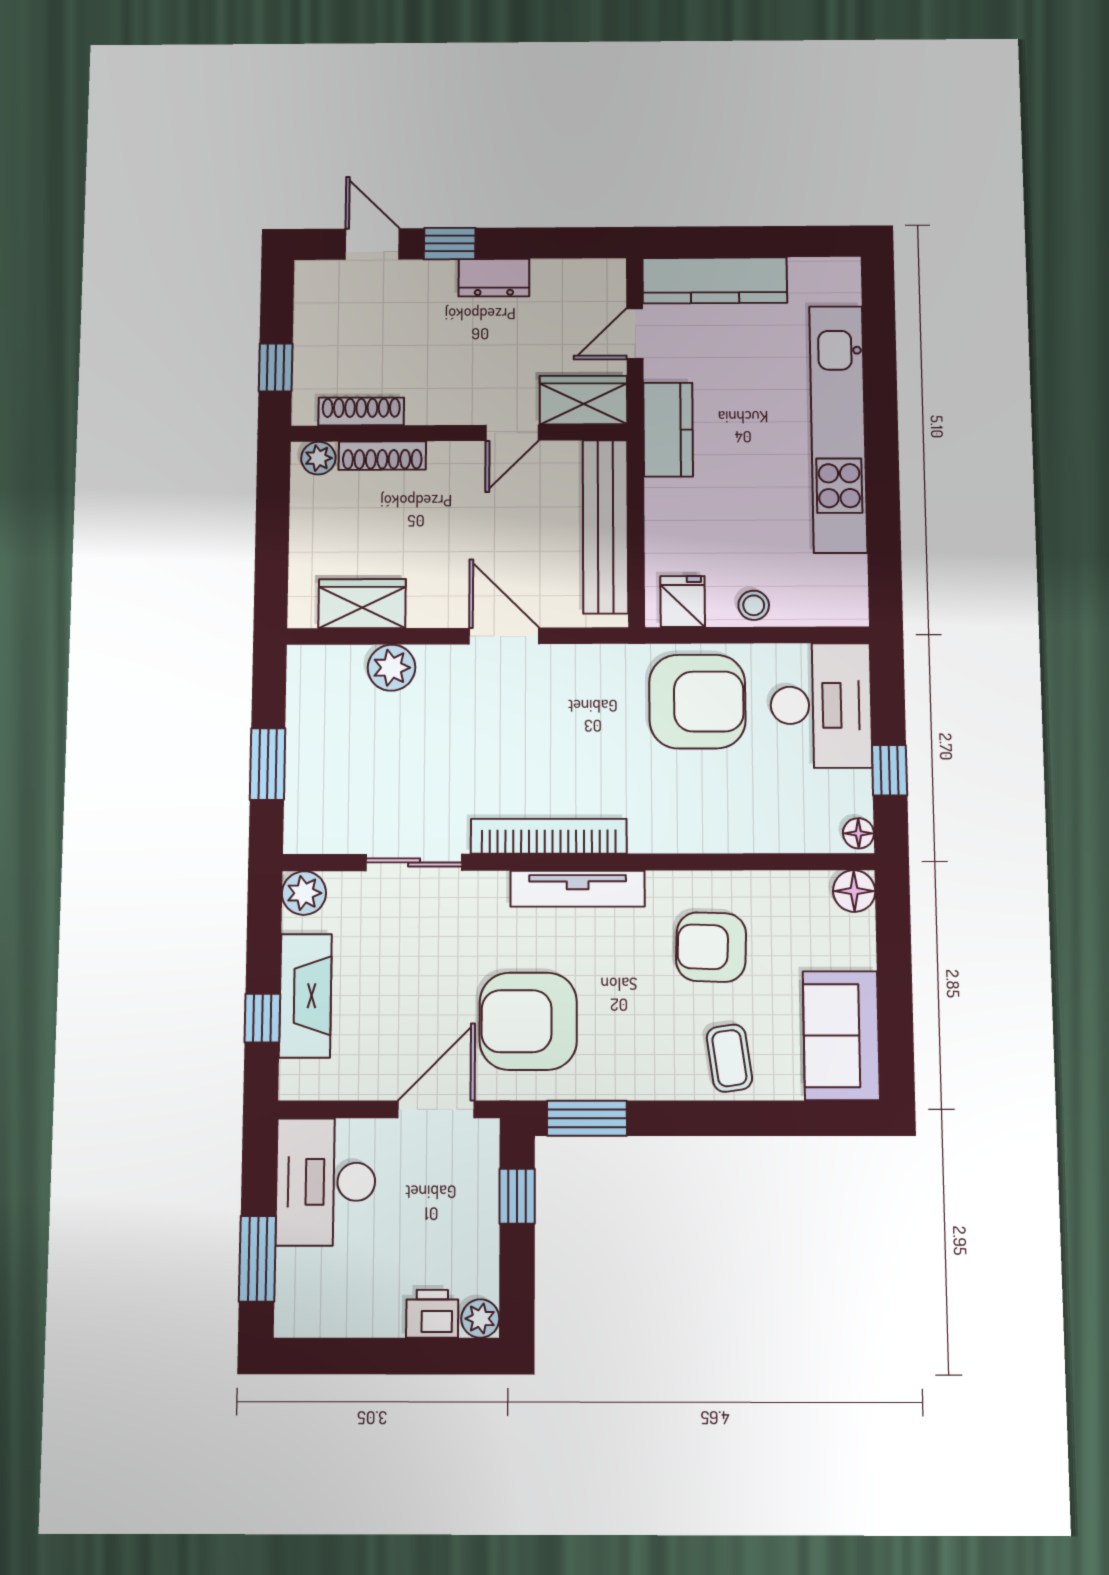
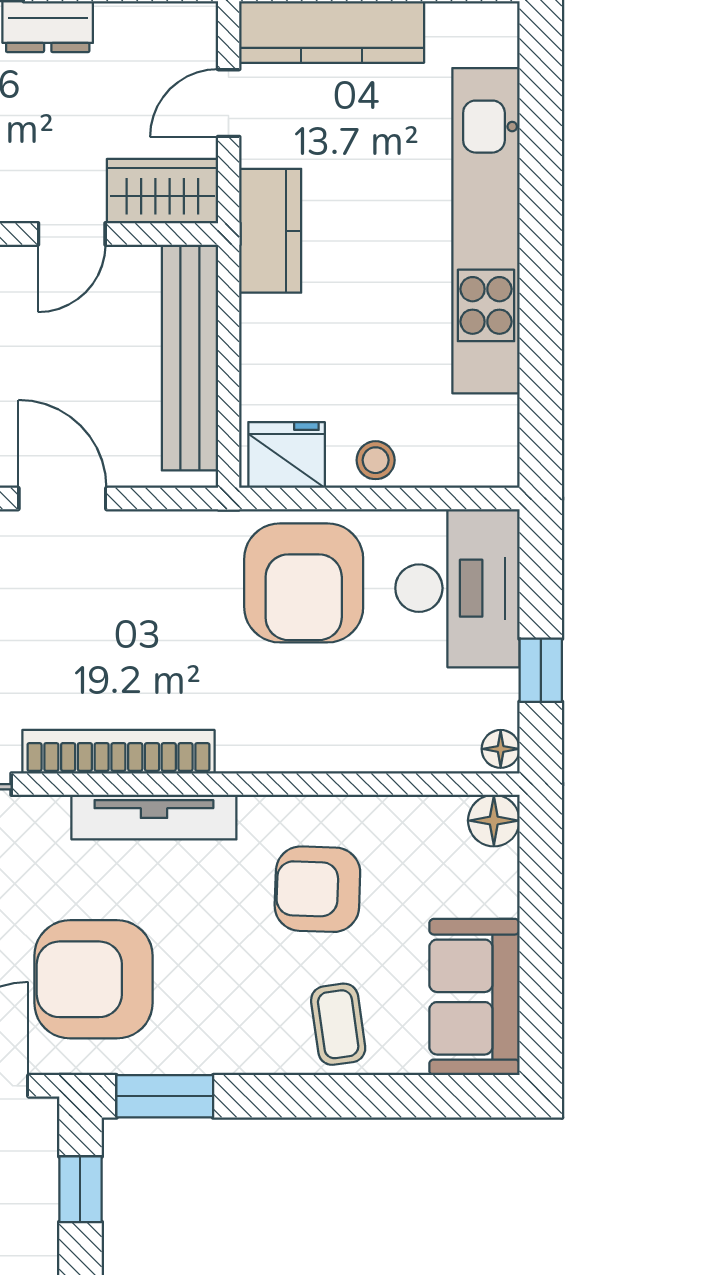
fridge: (683, 601) -> (287, 455), width x1.38
armchair: (697, 702) -> (304, 583), turned 90

